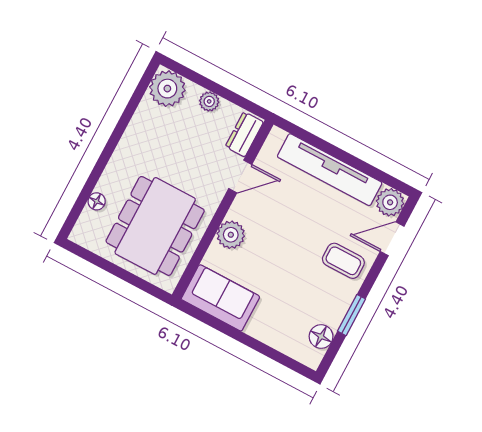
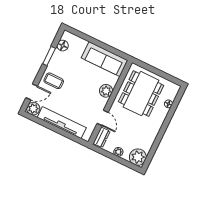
door: (240, 176) -> (103, 118), swing flipped
sofa: (220, 298) -> (105, 59), width x1.36

